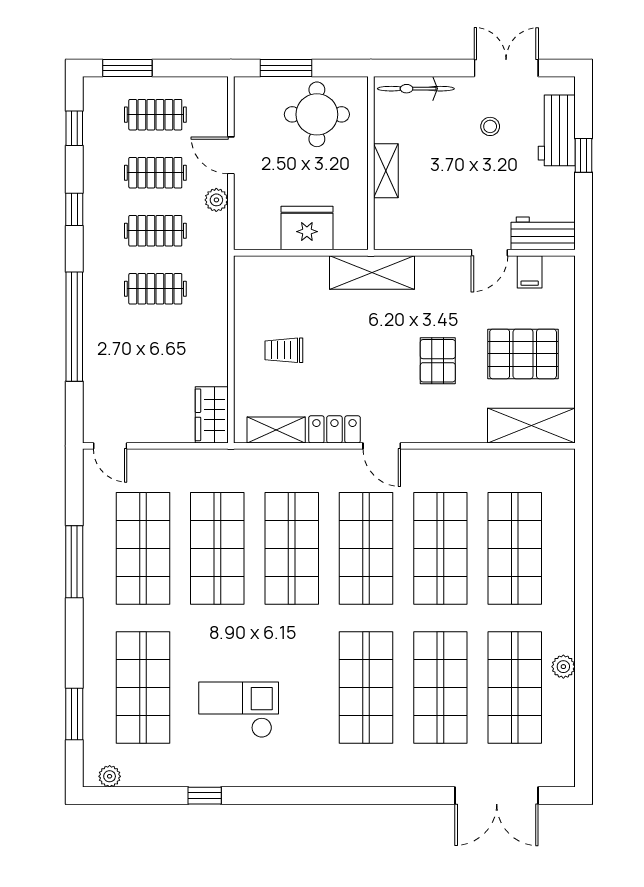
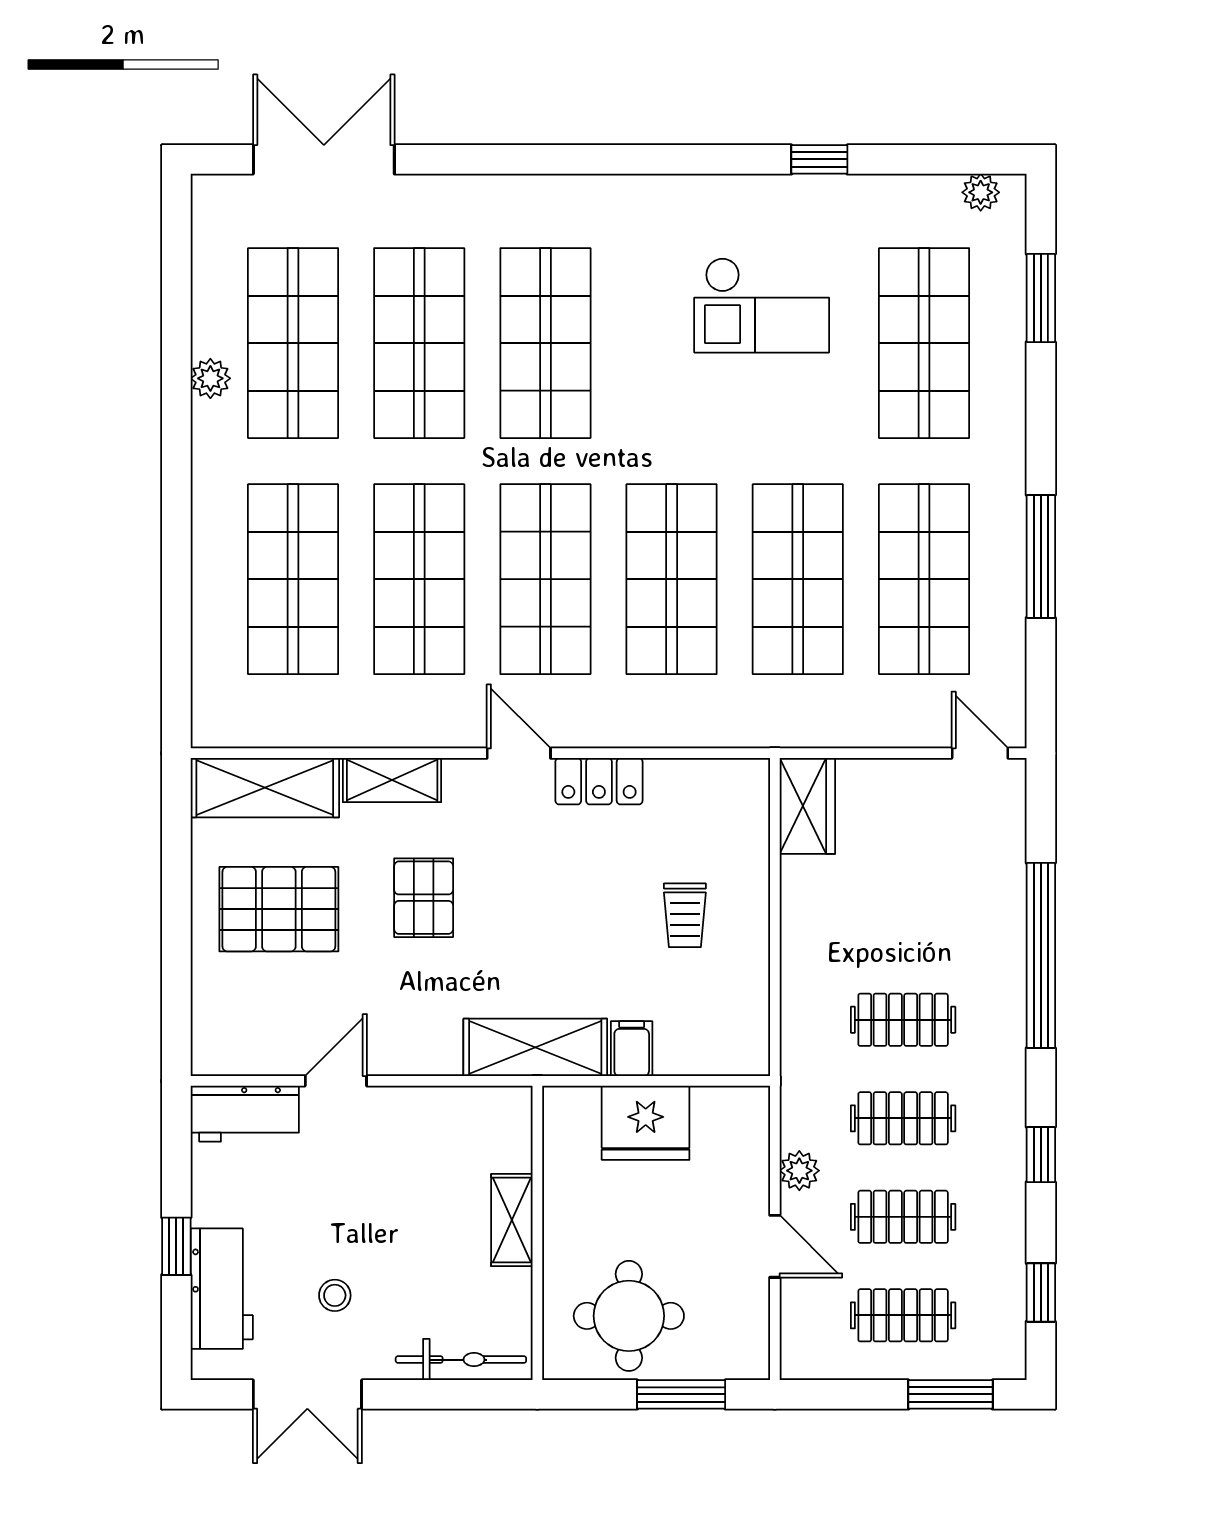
filing cabinet: (530, 272) -> (632, 1049), moved
trolley: (284, 350) -> (685, 915), turned 90
shelving: (276, 430) -> (392, 780), moved

